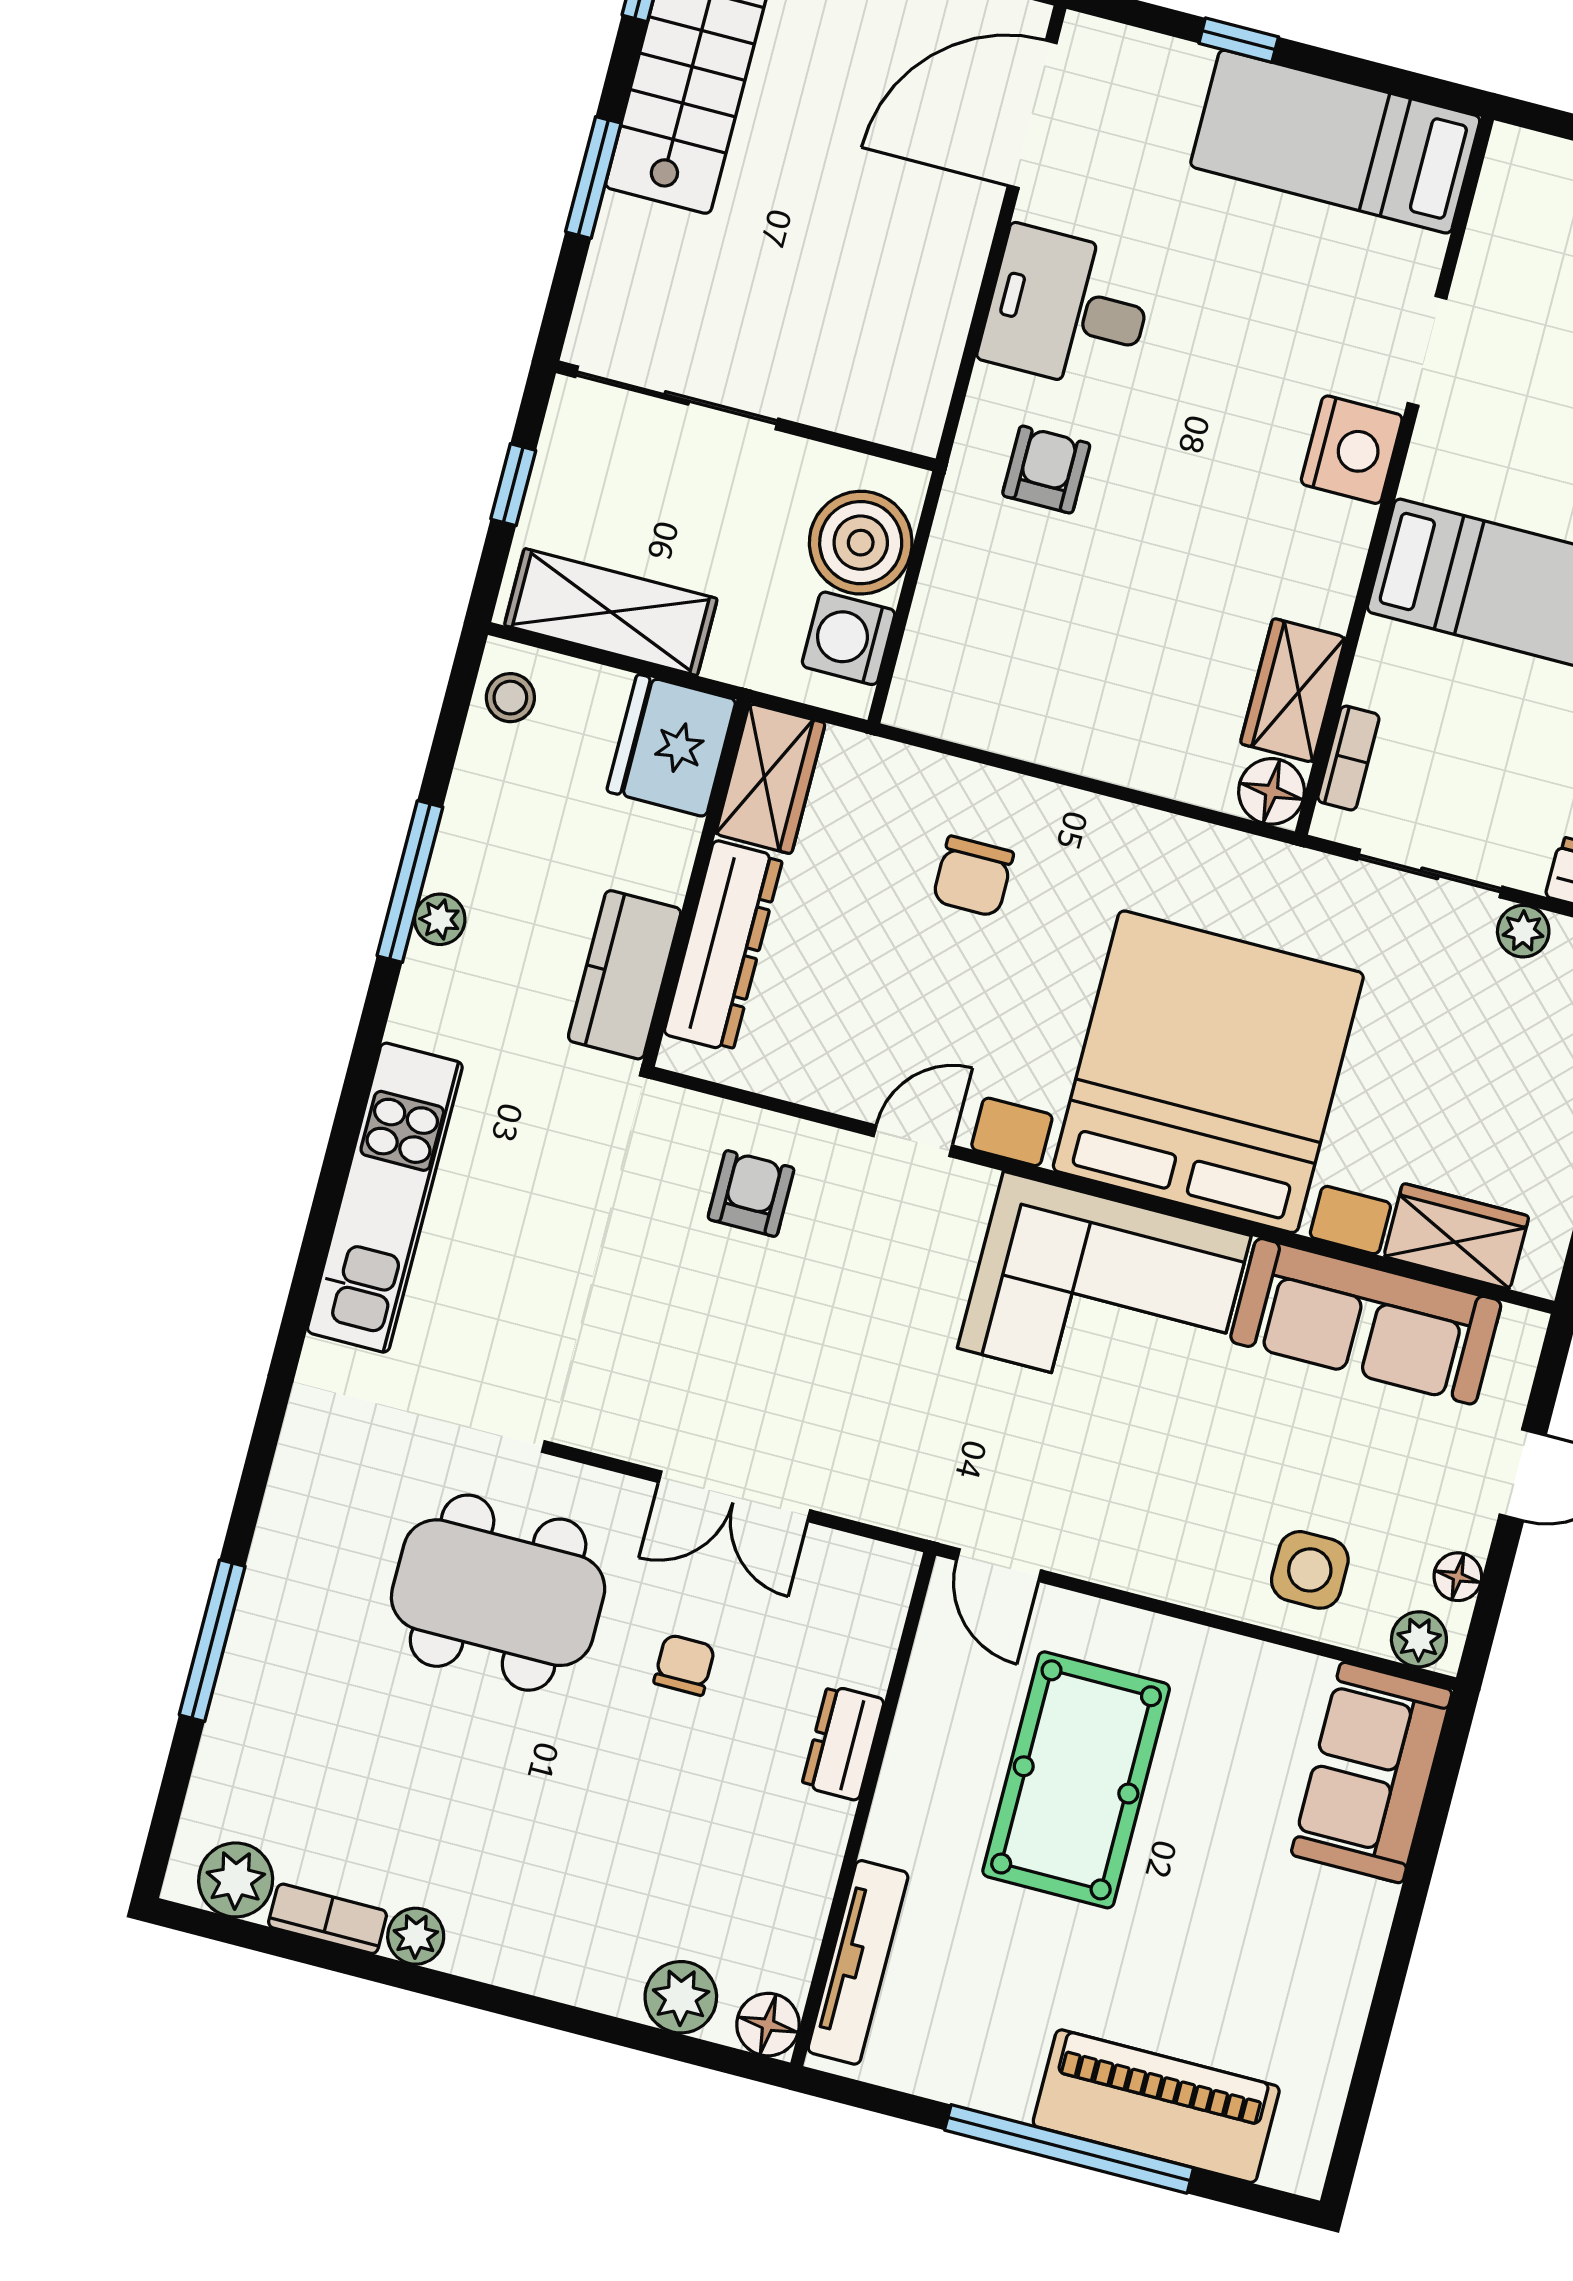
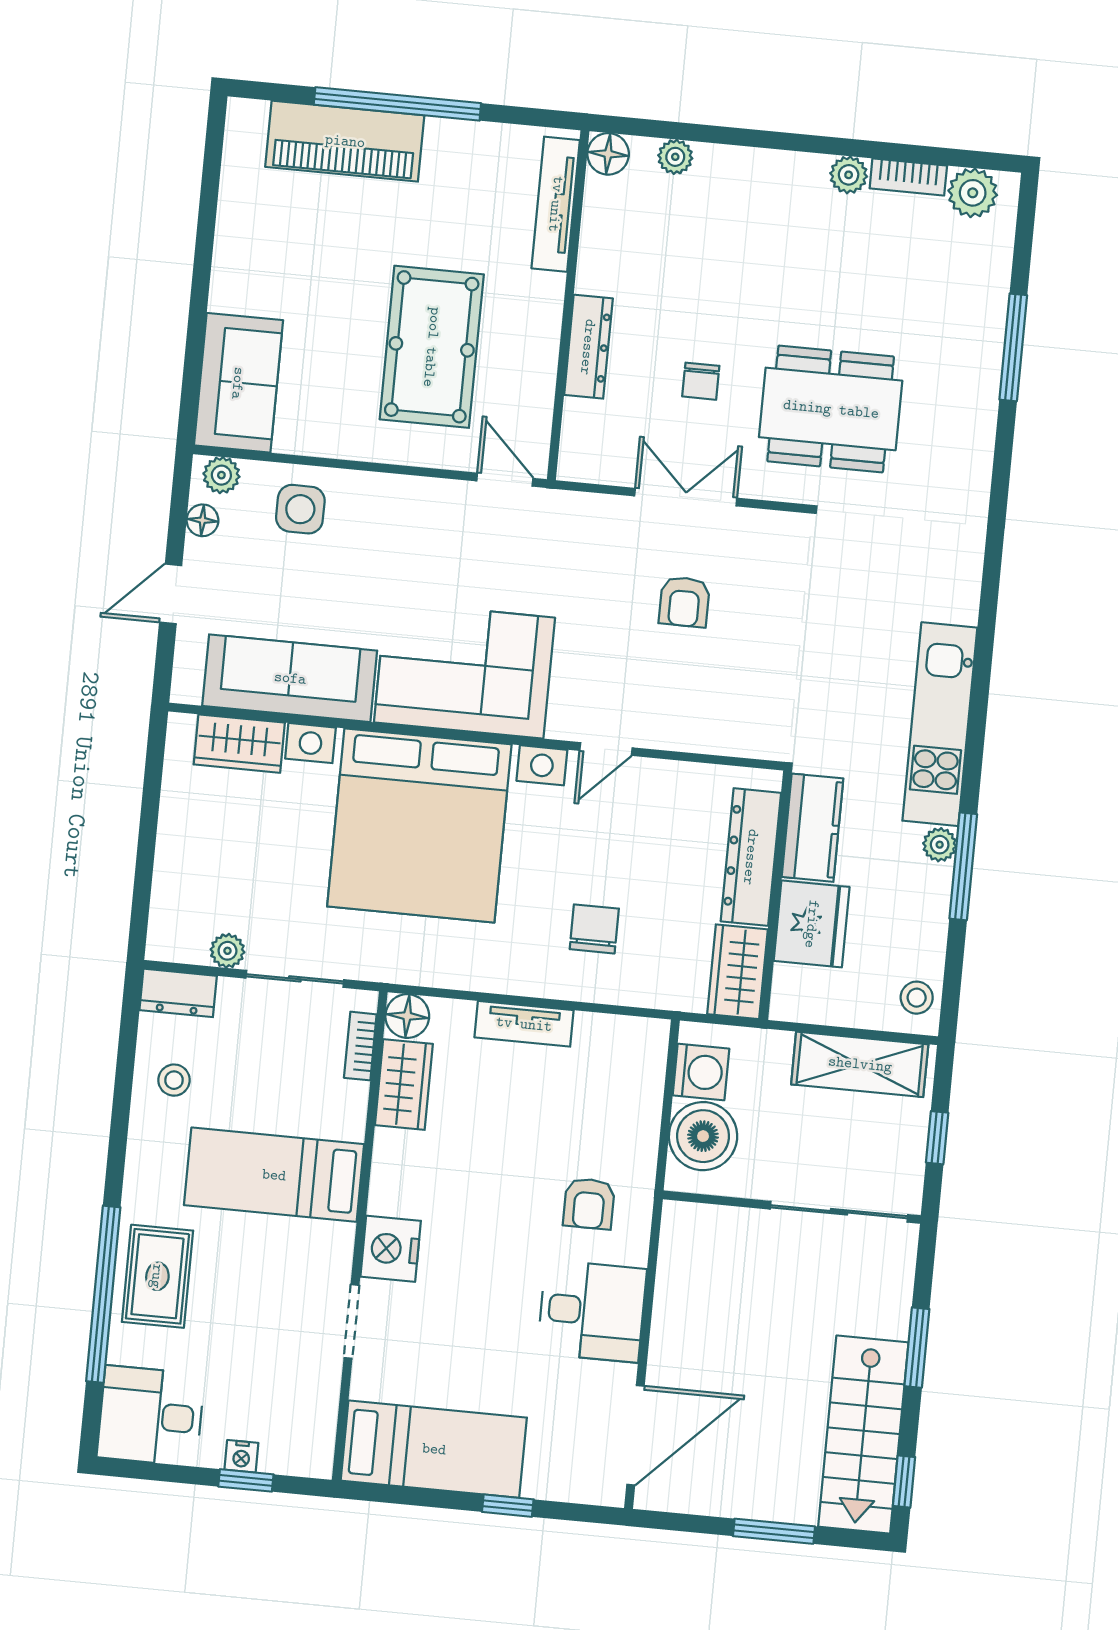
fridge: (671, 746) -> (812, 924), moved
tv unit: (1100, 752) -> (524, 1024), added
armchair: (751, 1193) -> (684, 602), moved
kitchen unit: (385, 1198) -> (940, 724), moved
dresser: (843, 1743) -> (588, 347), width x1.44
plant: (681, 1997) -> (675, 157), width x0.73, depth x0.73

